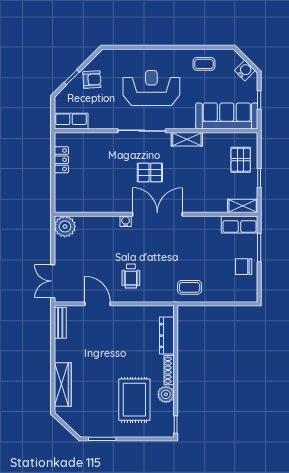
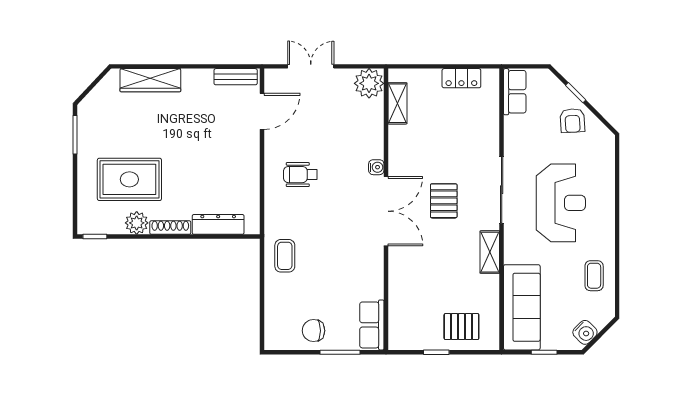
shelving: (243, 206) -> (397, 103), moved
chair: (244, 267) -> (313, 331), turned -90
double door: (53, 281) -> (311, 66), moved
door: (98, 304) -> (262, 111), moved

